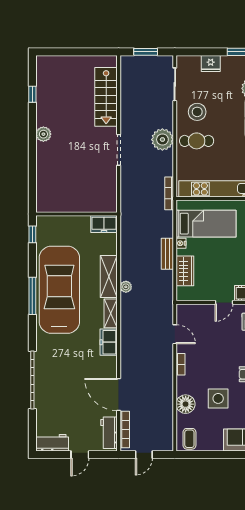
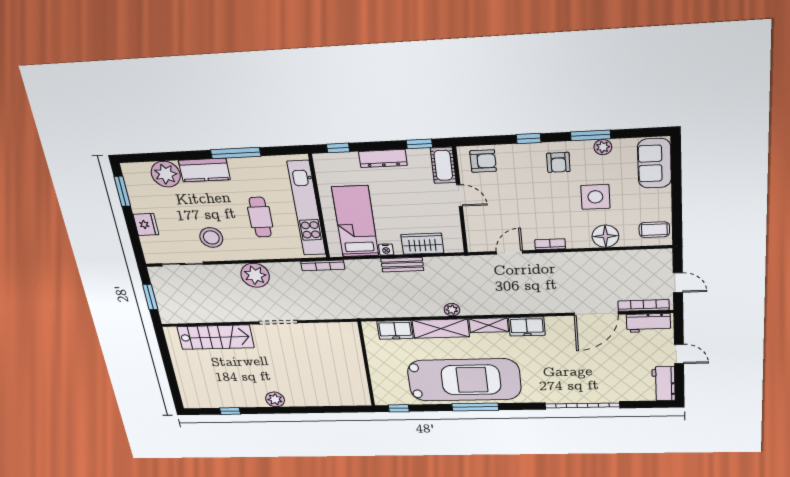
cafe table: (197, 141) -> (260, 217), moved
freezer: (104, 224) -> (395, 330), moved, turned 90
car: (59, 290) -> (464, 380), turned 180

